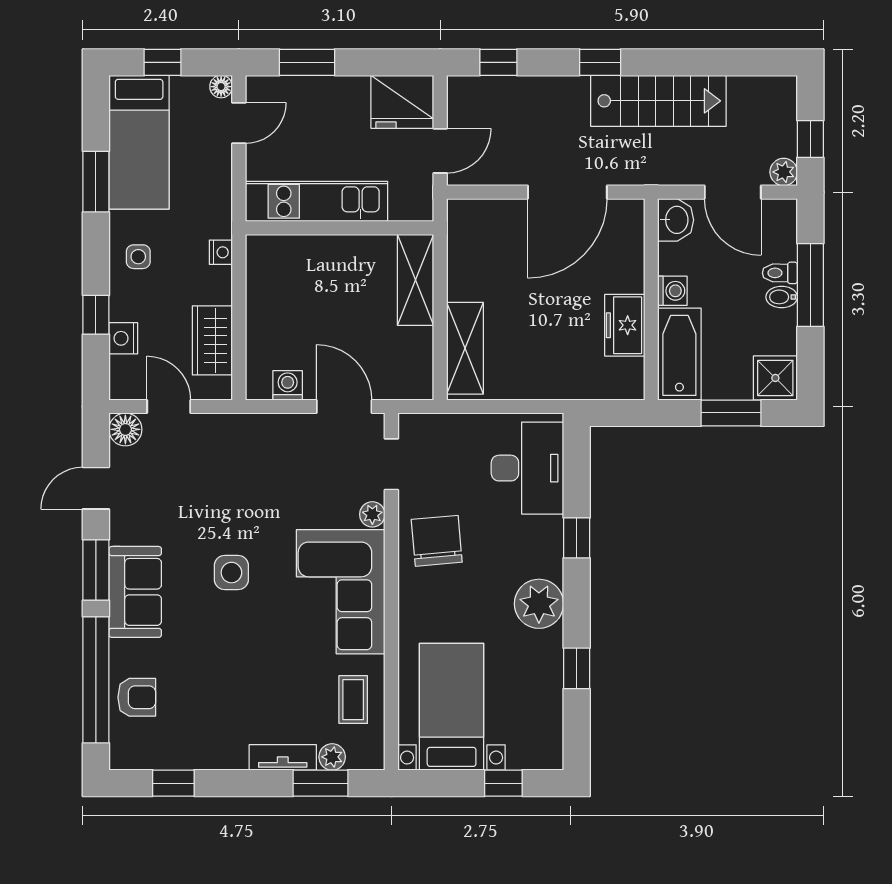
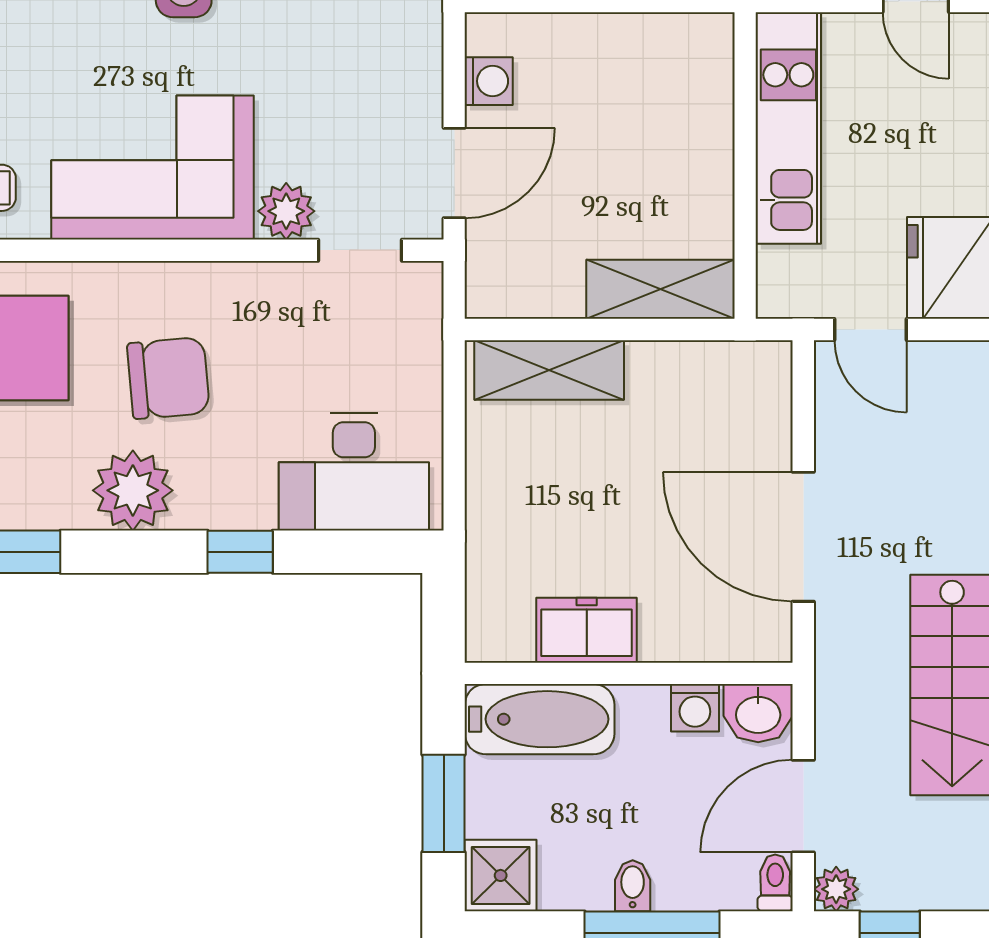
toilet: (780, 273) -> (775, 883), moved
washing machine: (672, 291) -> (695, 708), moved
plant: (372, 514) -> (286, 211), width x1.38, depth x1.38
chair: (437, 541) -> (168, 378), moved

